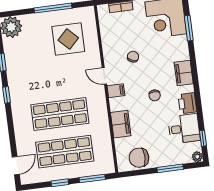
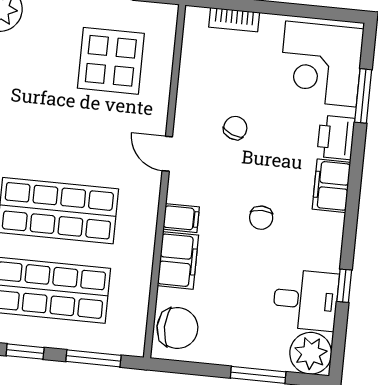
filing cabinet: (116, 91) -> (181, 218), moved
printer: (187, 103) -> (336, 138), moved
window: (203, 138) -> (344, 286), moved
plant: (197, 157) -> (311, 353), width x1.87, depth x1.87
chair: (139, 158) -> (177, 328), moved, turned 180

